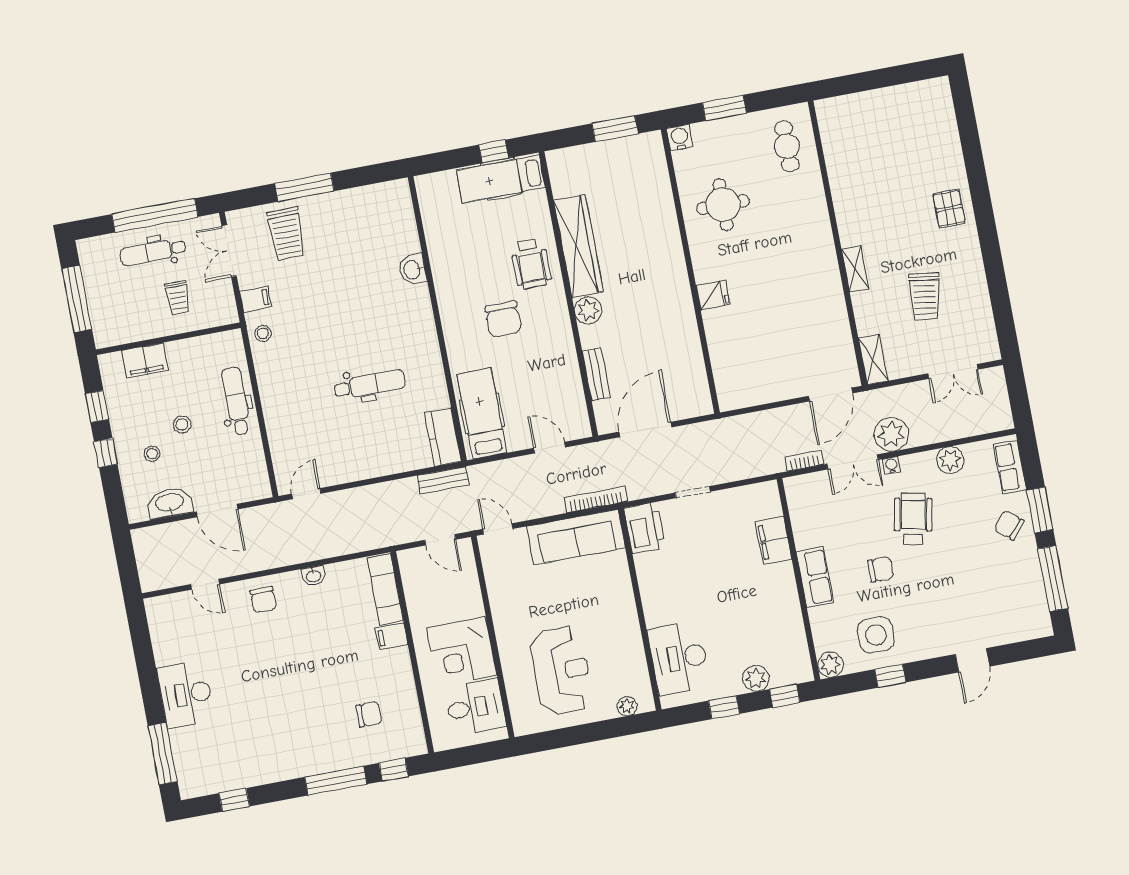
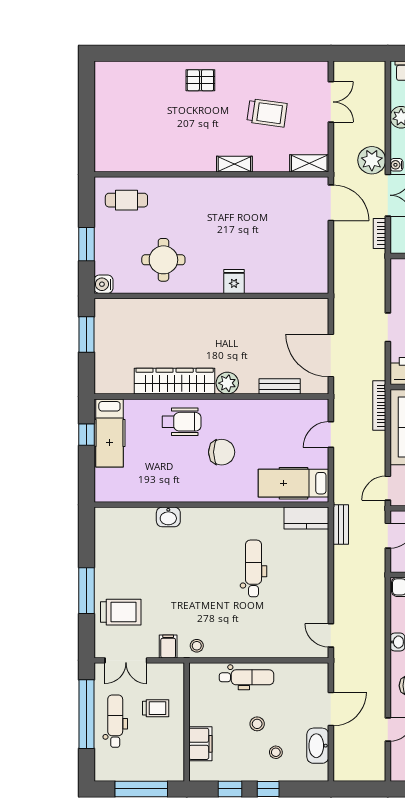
dental chair: (153, 252) -> (115, 721), turned 180
dental chair: (236, 401) -> (247, 677), turned 180

